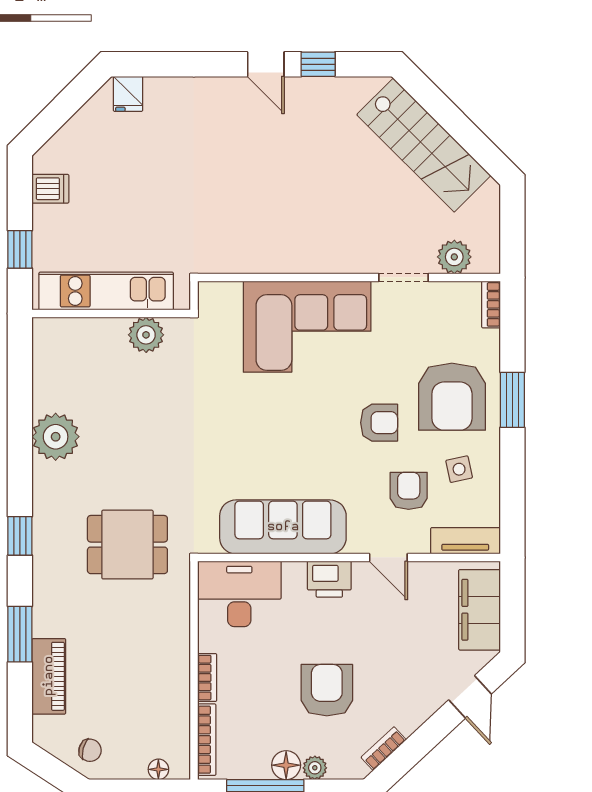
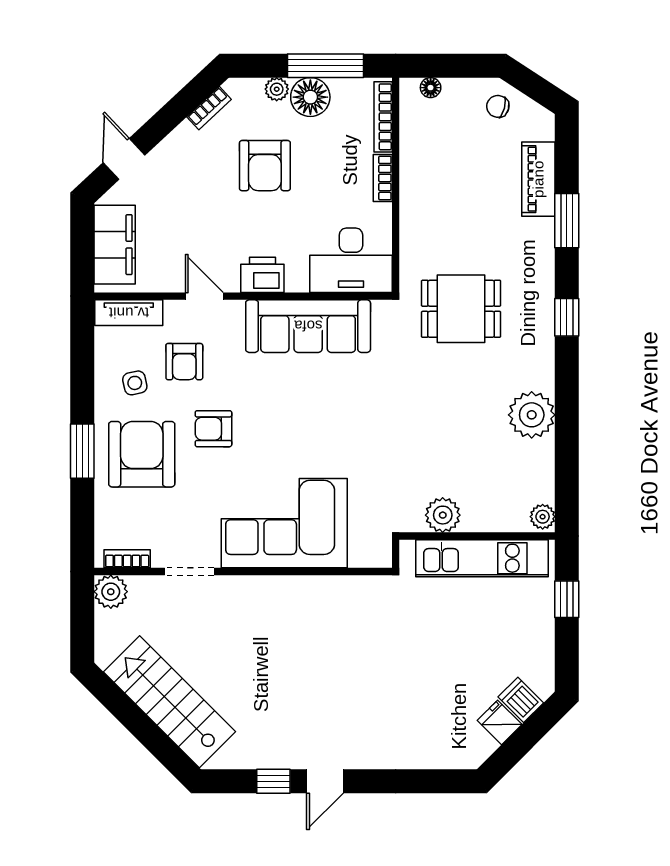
door: (266, 64) -> (325, 781), swing flipped
fridge: (128, 94) -> (500, 722), moved, turned -45
dishwasher: (50, 189) -> (521, 700), moved, turned 45
plant: (454, 257) -> (111, 592), moved
bookcase: (491, 304) -> (127, 559), moved, turned -90
plant: (45, 333) -> (543, 517), added
floor lamp: (286, 765) -> (310, 97), width x1.38, depth x1.38

